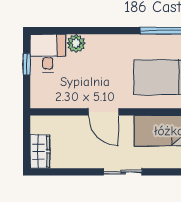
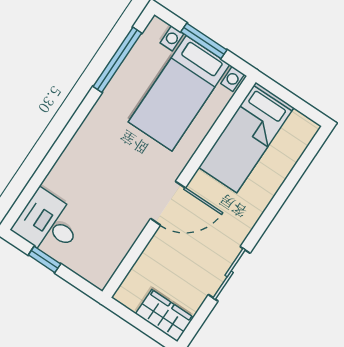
plant: (76, 43) -> (60, 180), removed
sliding door: (123, 172) -> (229, 274), moved

